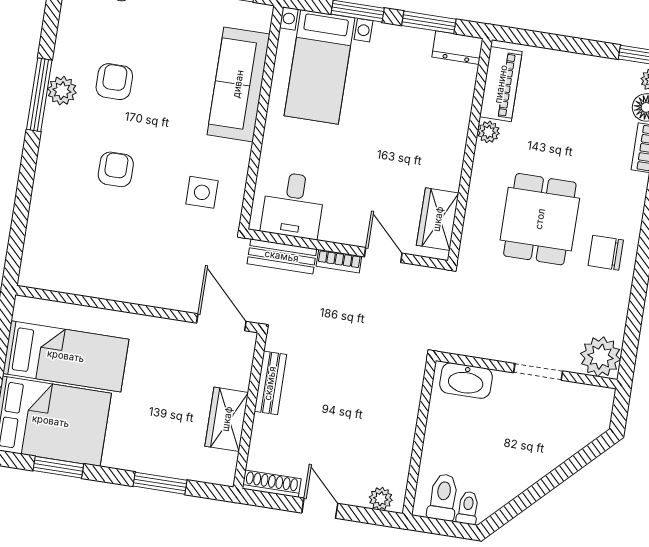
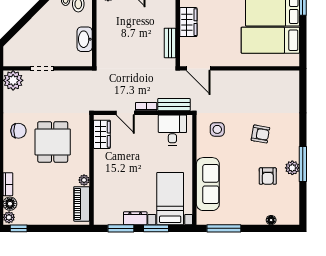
dresser: (458, 48) -> (135, 218), moved
armchair: (116, 169) -> (260, 134), turned -80
washbasin: (466, 381) -> (85, 39), moved, turned -90

